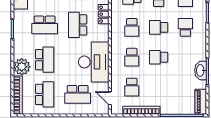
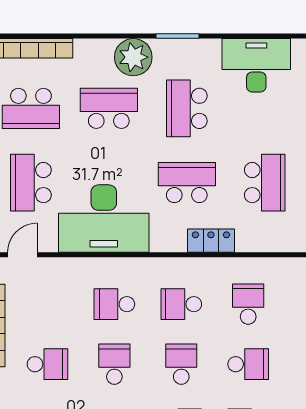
school desk: (45, 60) -> (109, 108), turned 180
plant: (22, 67) -> (133, 57), moved
school desk: (132, 87) -> (47, 364), moved, turned 180

